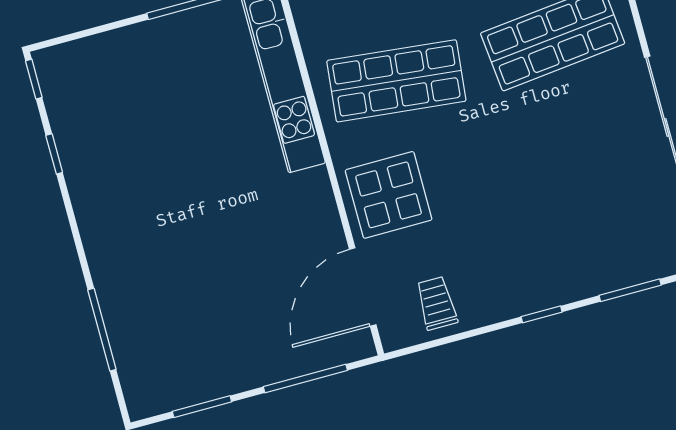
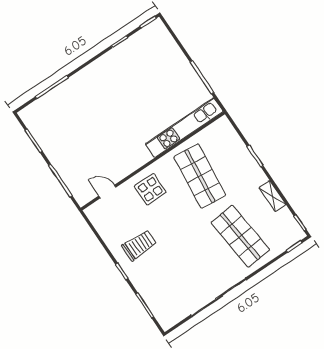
display table: (389, 195) -> (150, 189), width x0.73, depth x0.73
door: (363, 287) -> (107, 192), width x0.53
trolley: (437, 303) -> (139, 245), moved, width x1.36, depth x1.39

